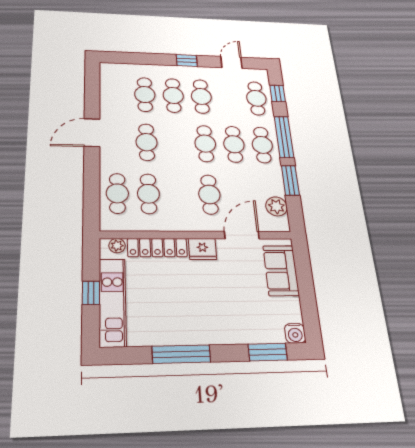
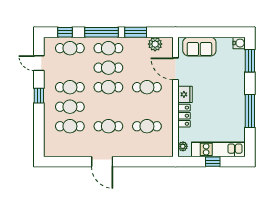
cafe table: (117, 193) -> (147, 146), removed
locker: (157, 248) -> (184, 116), width x0.66

